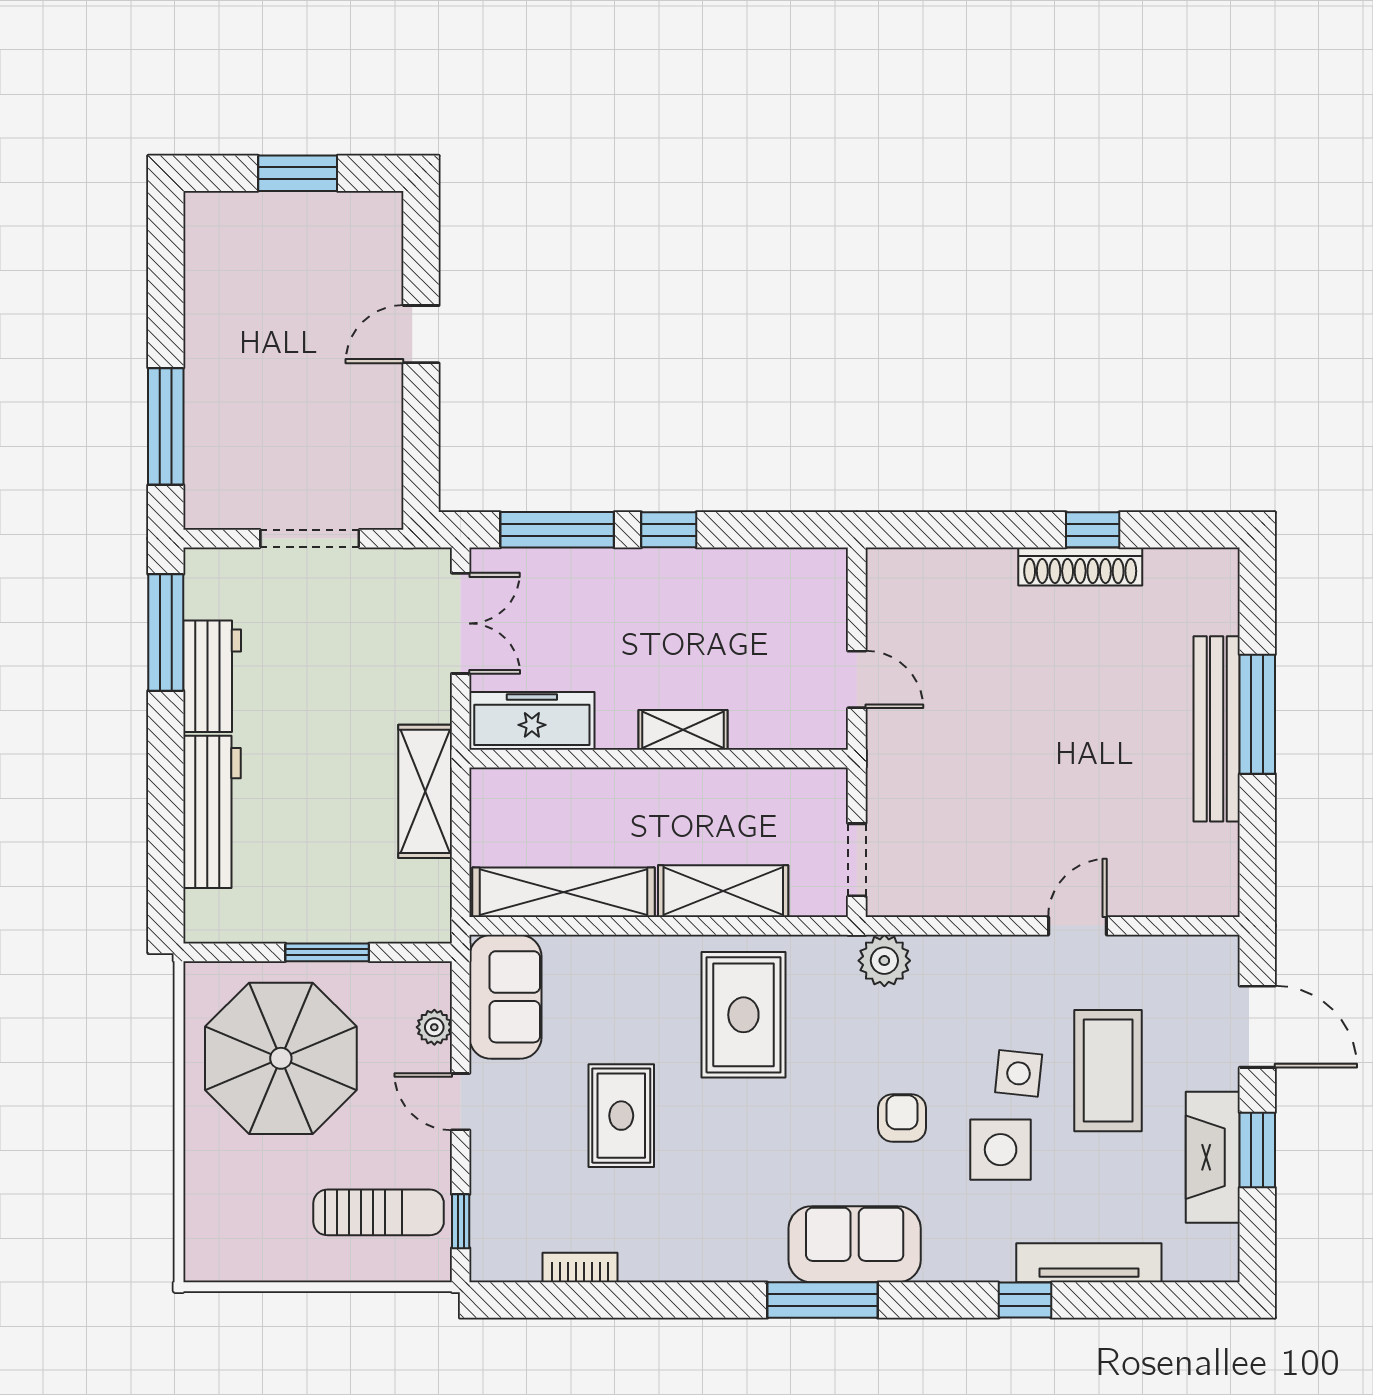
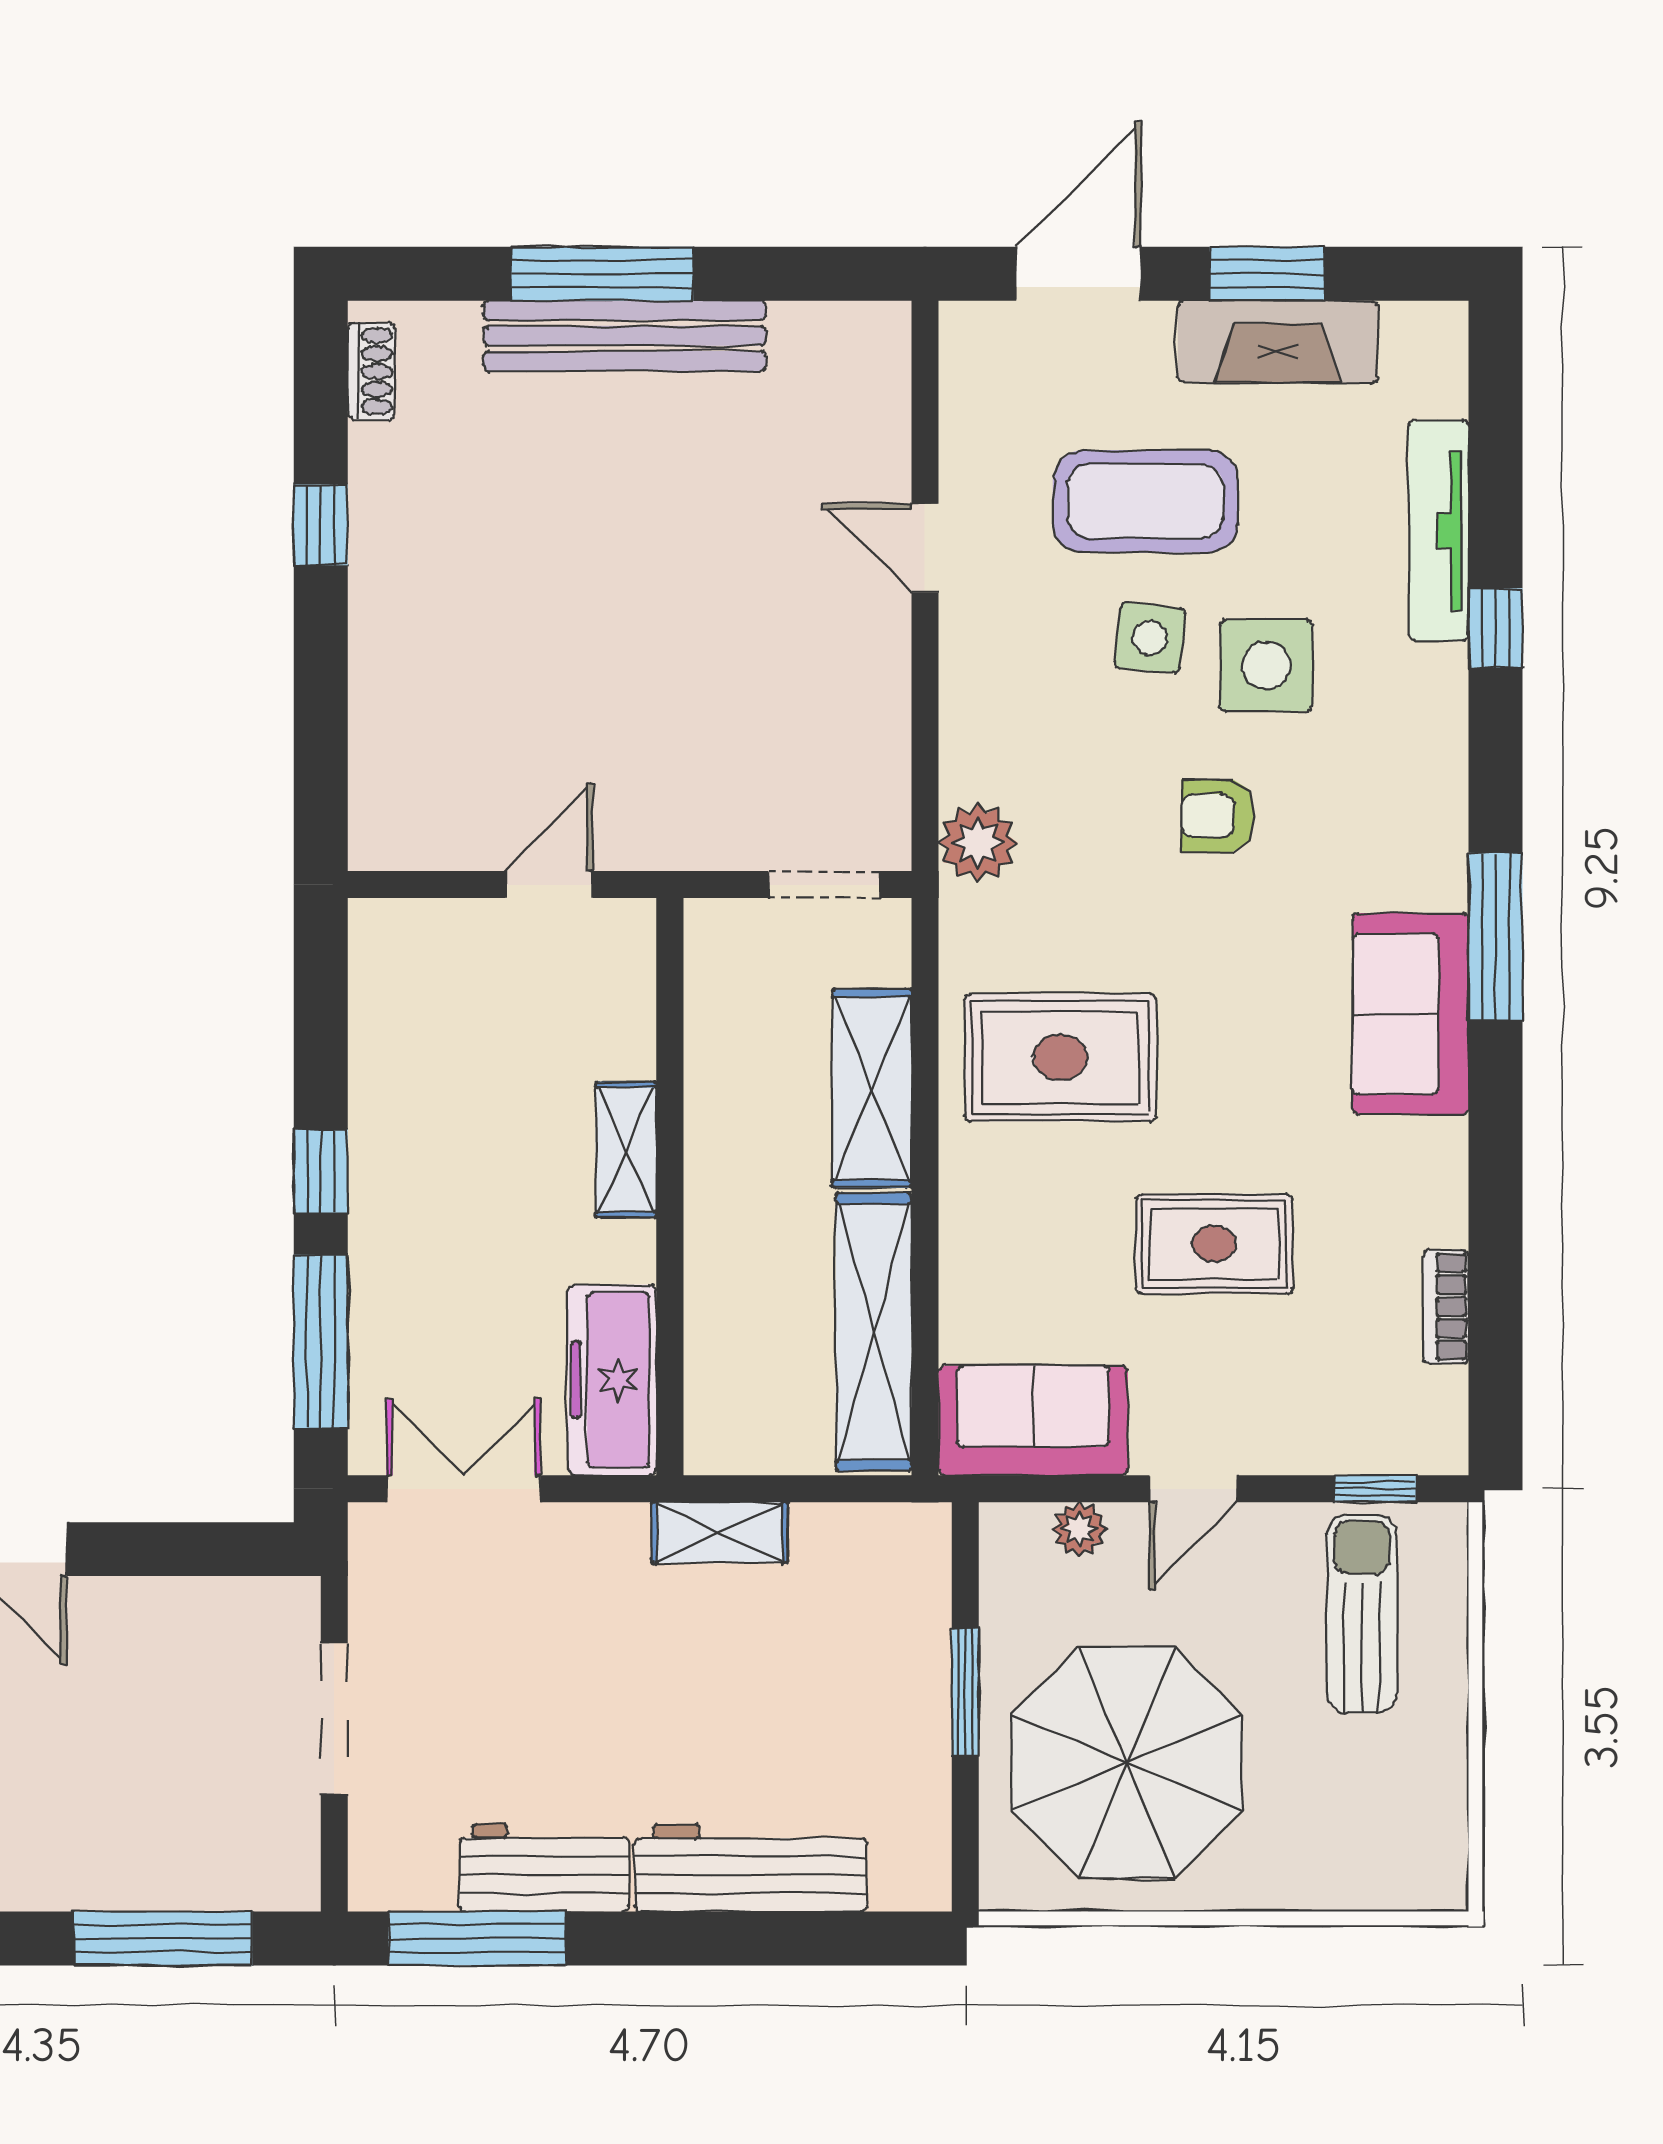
shoe rack: (1080, 566) -> (371, 371), moved, width x0.51, depth x0.81
shelving: (425, 791) -> (720, 1533), width x0.67, depth x0.75
sofa: (855, 1244) -> (1410, 1014), moved

